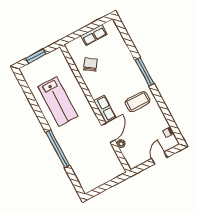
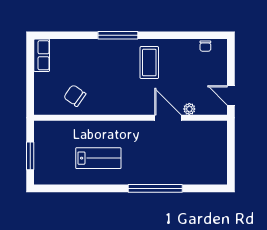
row of seats: (94, 35) -> (42, 55), moved
lab bench: (58, 101) -> (98, 158), width x0.73, depth x0.72
row of seats: (105, 109) -> (137, 107), removed
door: (159, 158) -> (231, 95), moved

